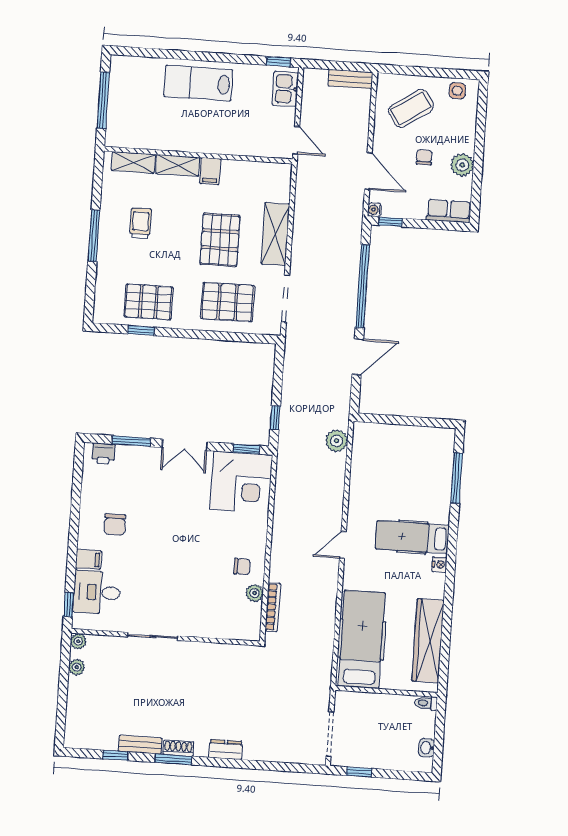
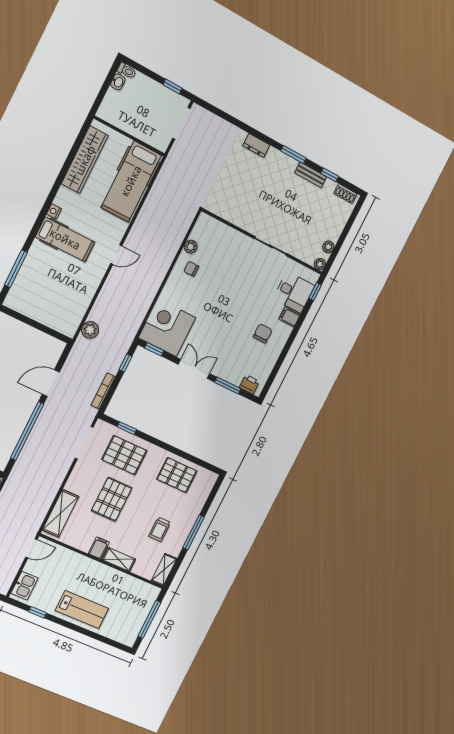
window: (279, 62) -> (38, 612), moved
door: (296, 140) -> (31, 548), swing flipped
shelving: (133, 162) -> (164, 570), moved, turned 90
shelving: (275, 234) -> (61, 513), moved
window: (141, 330) -> (127, 428), moved
bookcase: (273, 607) -> (103, 391), moved
toilet: (426, 703) -> (127, 71), moved
shoe rack: (178, 748) -> (345, 194), moved

